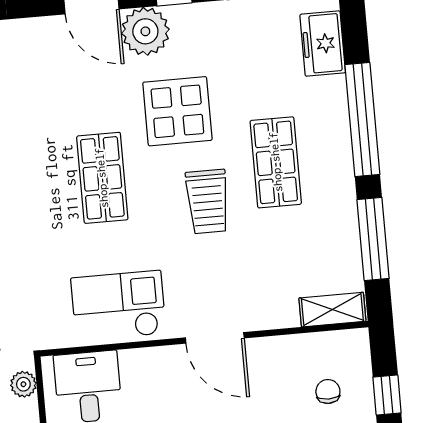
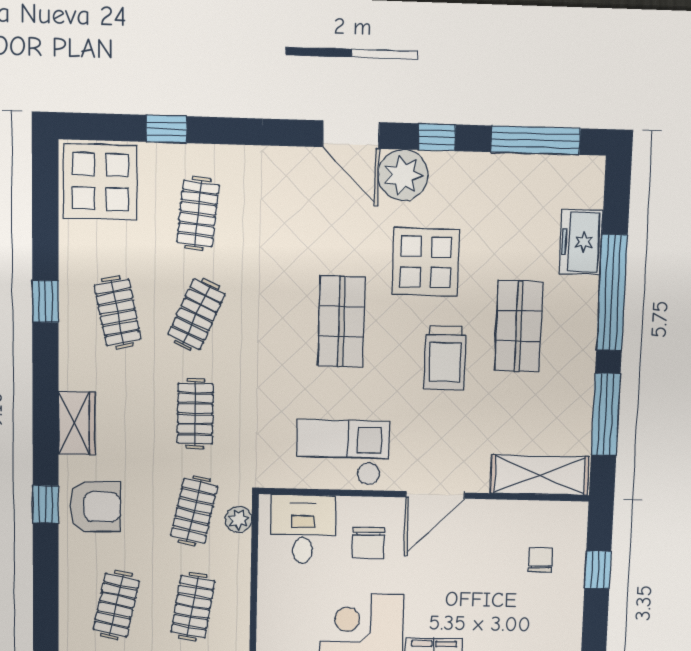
freezer: (323, 44) -> (581, 242), moved
shelving: (332, 310) -> (540, 475), width x1.50, depth x1.33
door: (215, 338) -> (435, 495), hinge flipped
chair: (154, 394) -> (368, 543), added

